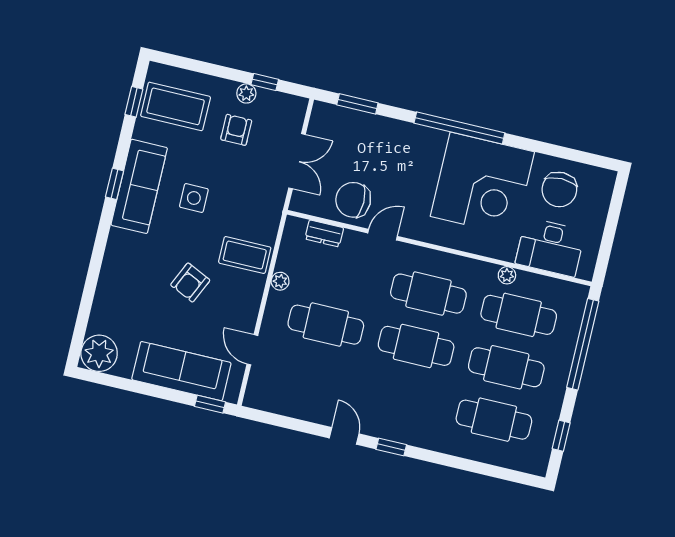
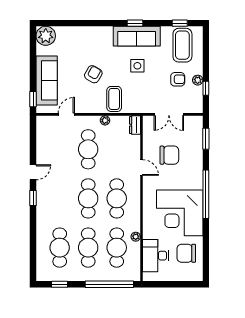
chair: (353, 200) -> (169, 155), moved, turned 90
dresser: (324, 233) -> (135, 125), moved
armchair: (190, 283) -> (93, 74), turned 95

